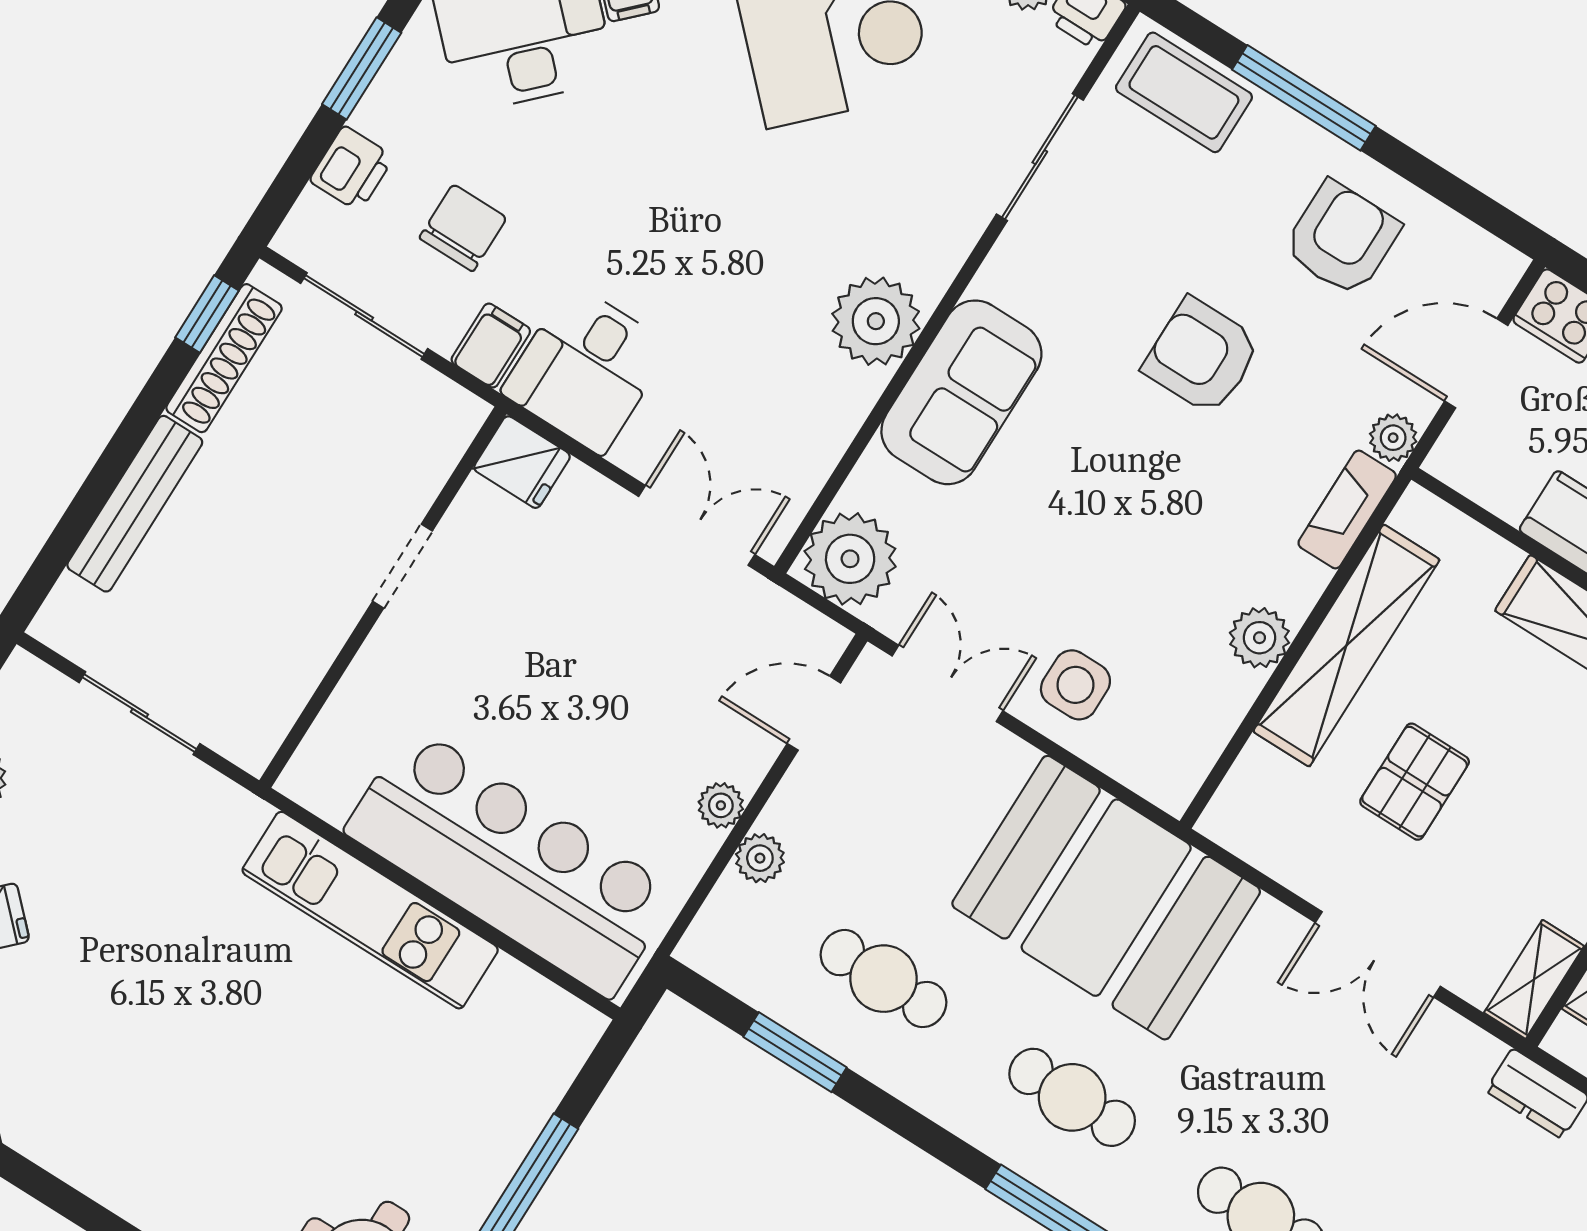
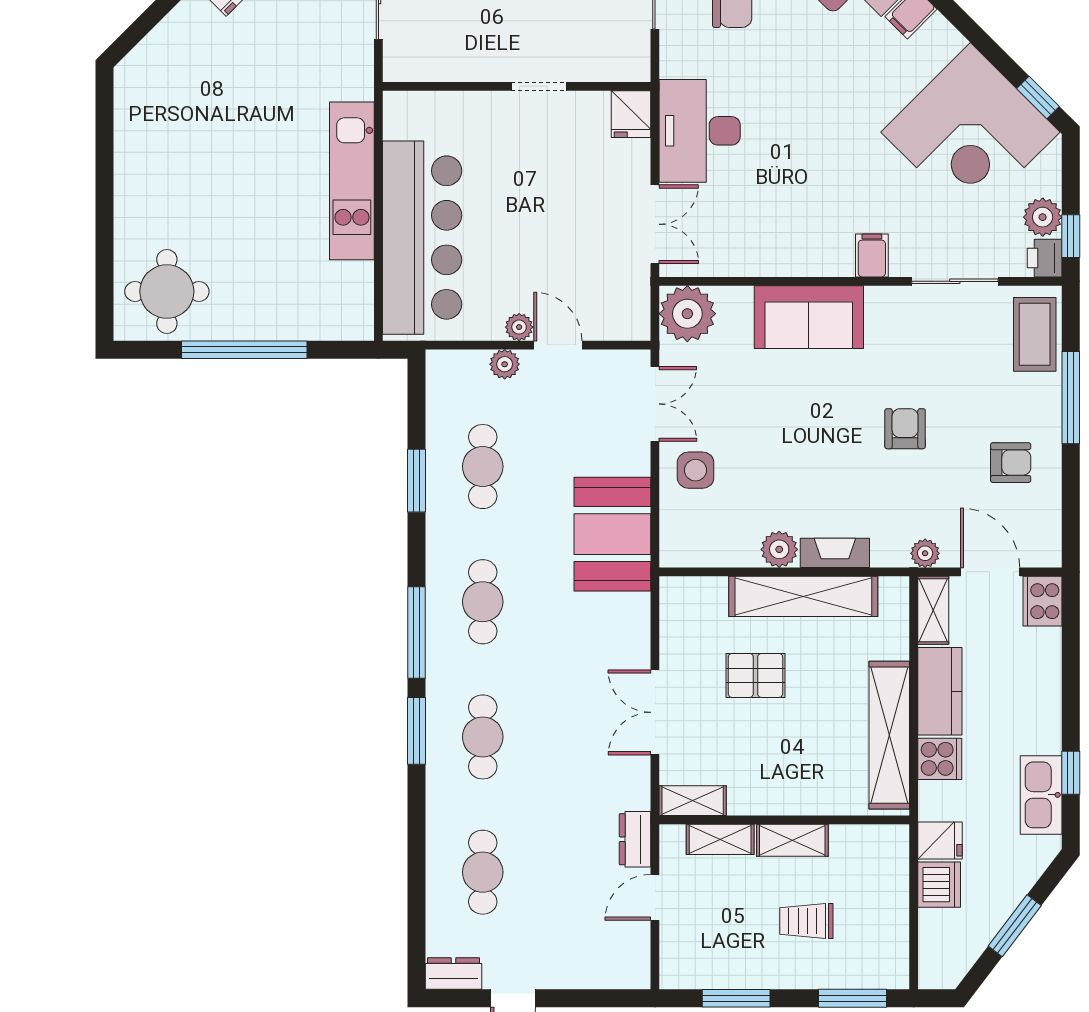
armchair: (1342, 239) -> (1011, 463), width x0.72, depth x0.72
plant: (876, 321) -> (818, 250), removed
filing cabinet: (491, 346) -> (872, 255), moved, turned -90
armchair: (1202, 356) -> (905, 429), width x0.72, depth x0.72
desk: (586, 369) -> (700, 131), width x1.37
shelving: (1480, 476) -> (933, 610), added
fireplace: (1347, 510) -> (835, 553), moved
door: (814, 713) -> (558, 345), moved
booth: (1106, 898) -> (612, 534), width x0.73, depth x0.70
window: (795, 1052) -> (416, 481), moved

